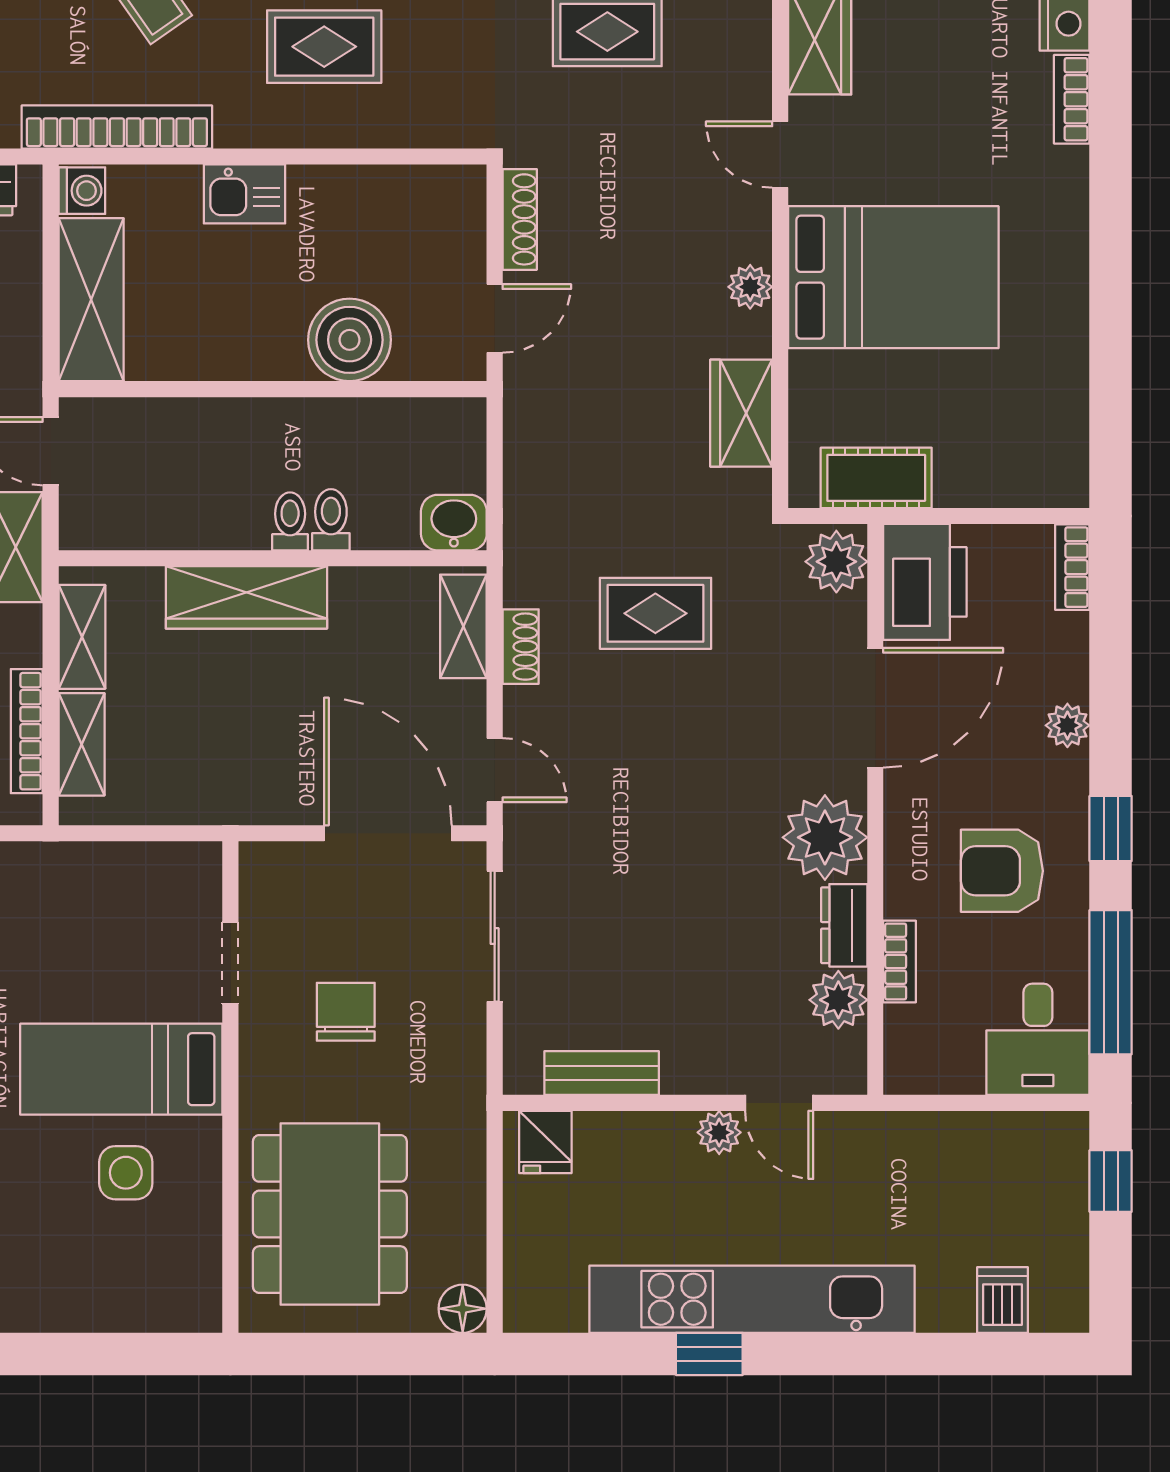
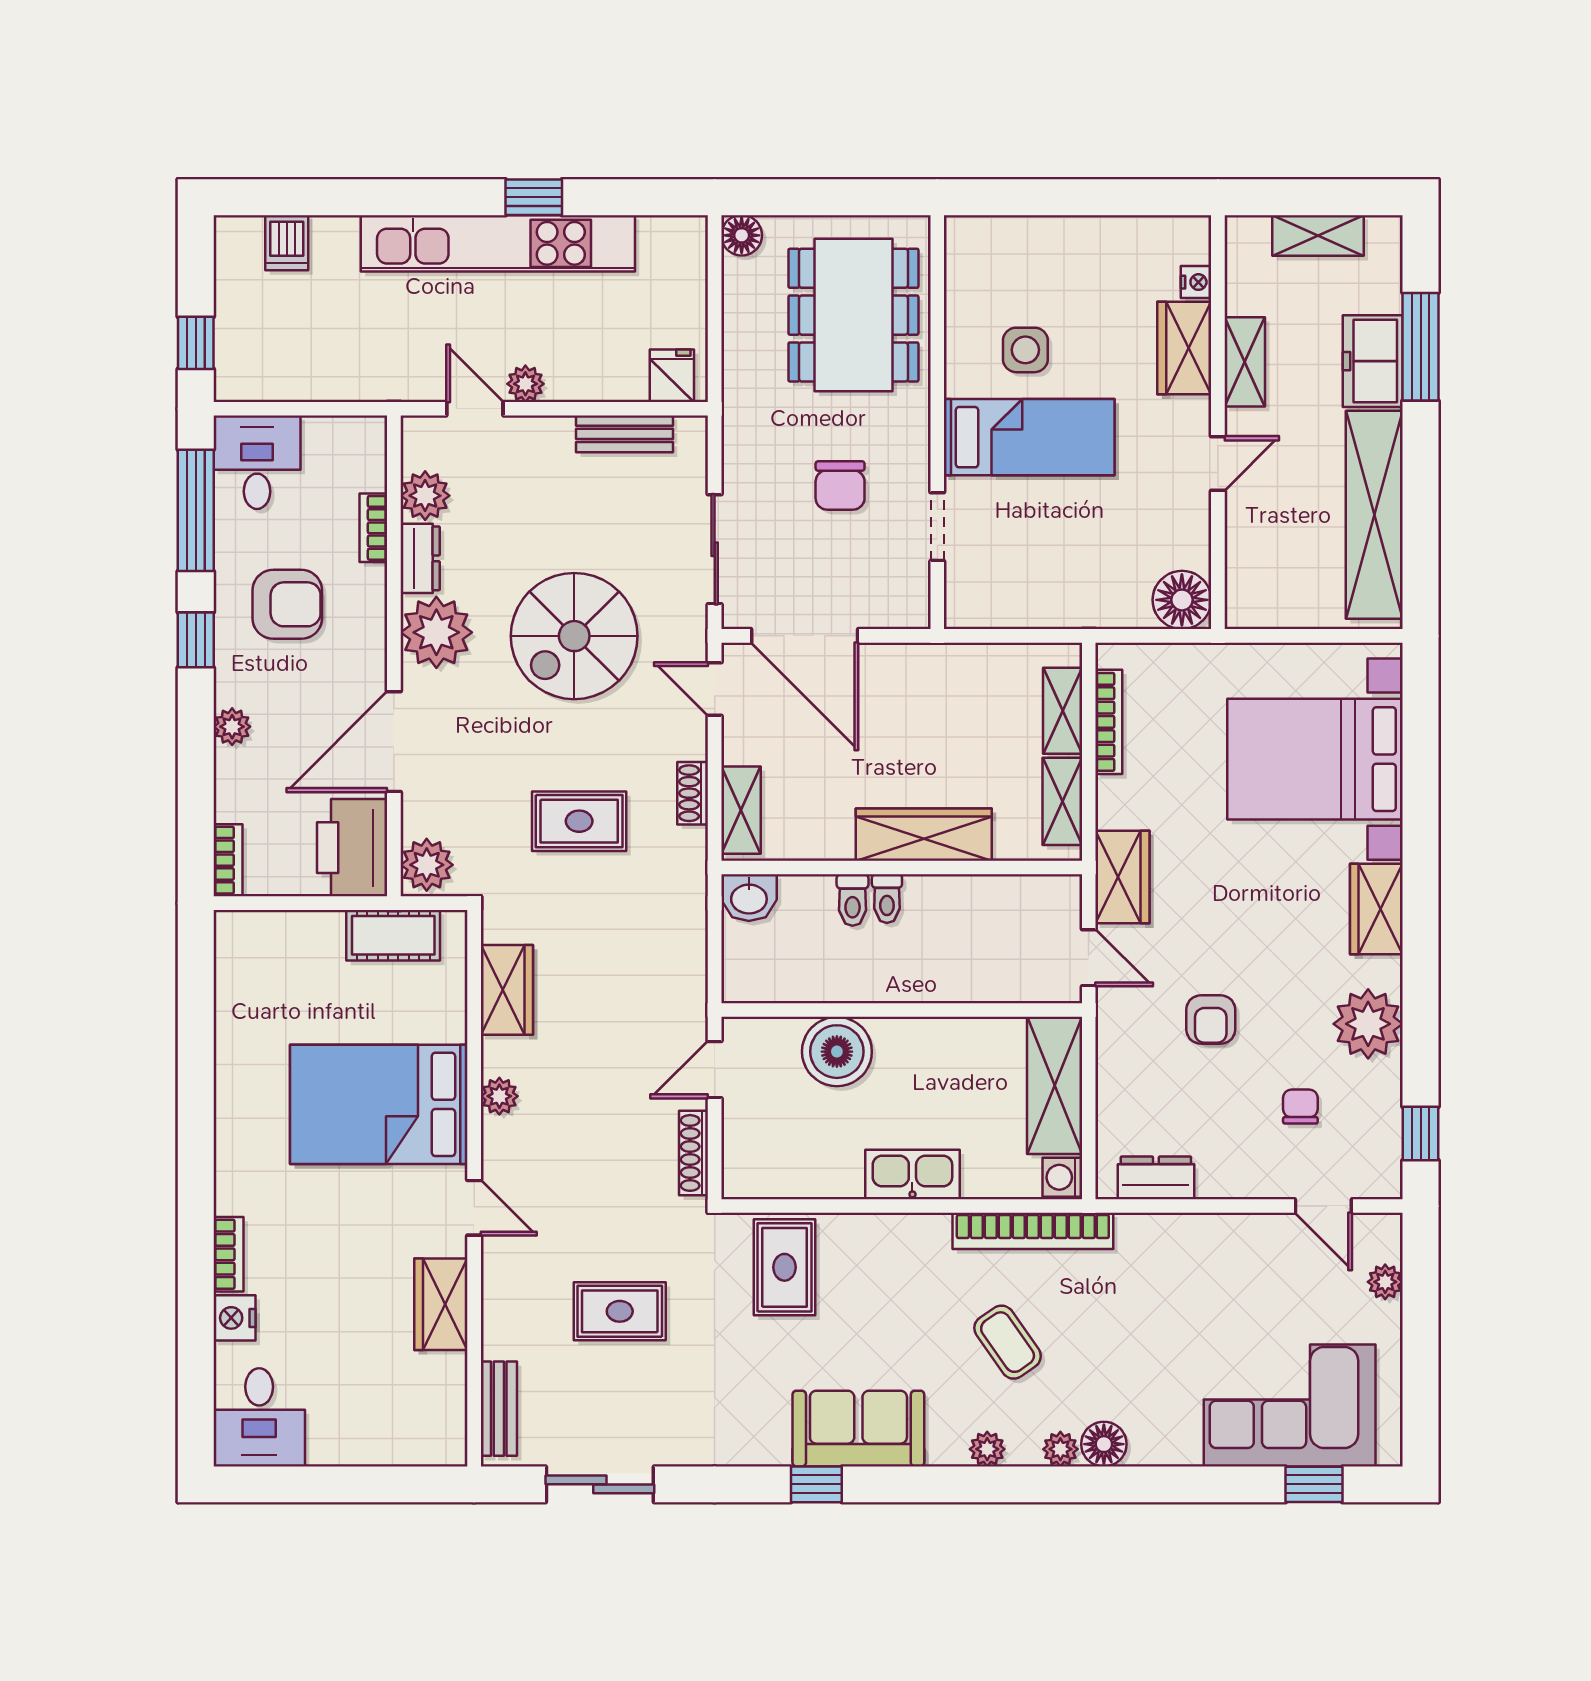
rug: (324, 47) -> (784, 1267), moved, turned 90
kitchen sink: (245, 194) -> (912, 1174), width x1.38
spiral stairs: (661, 833) -> (574, 636), added

